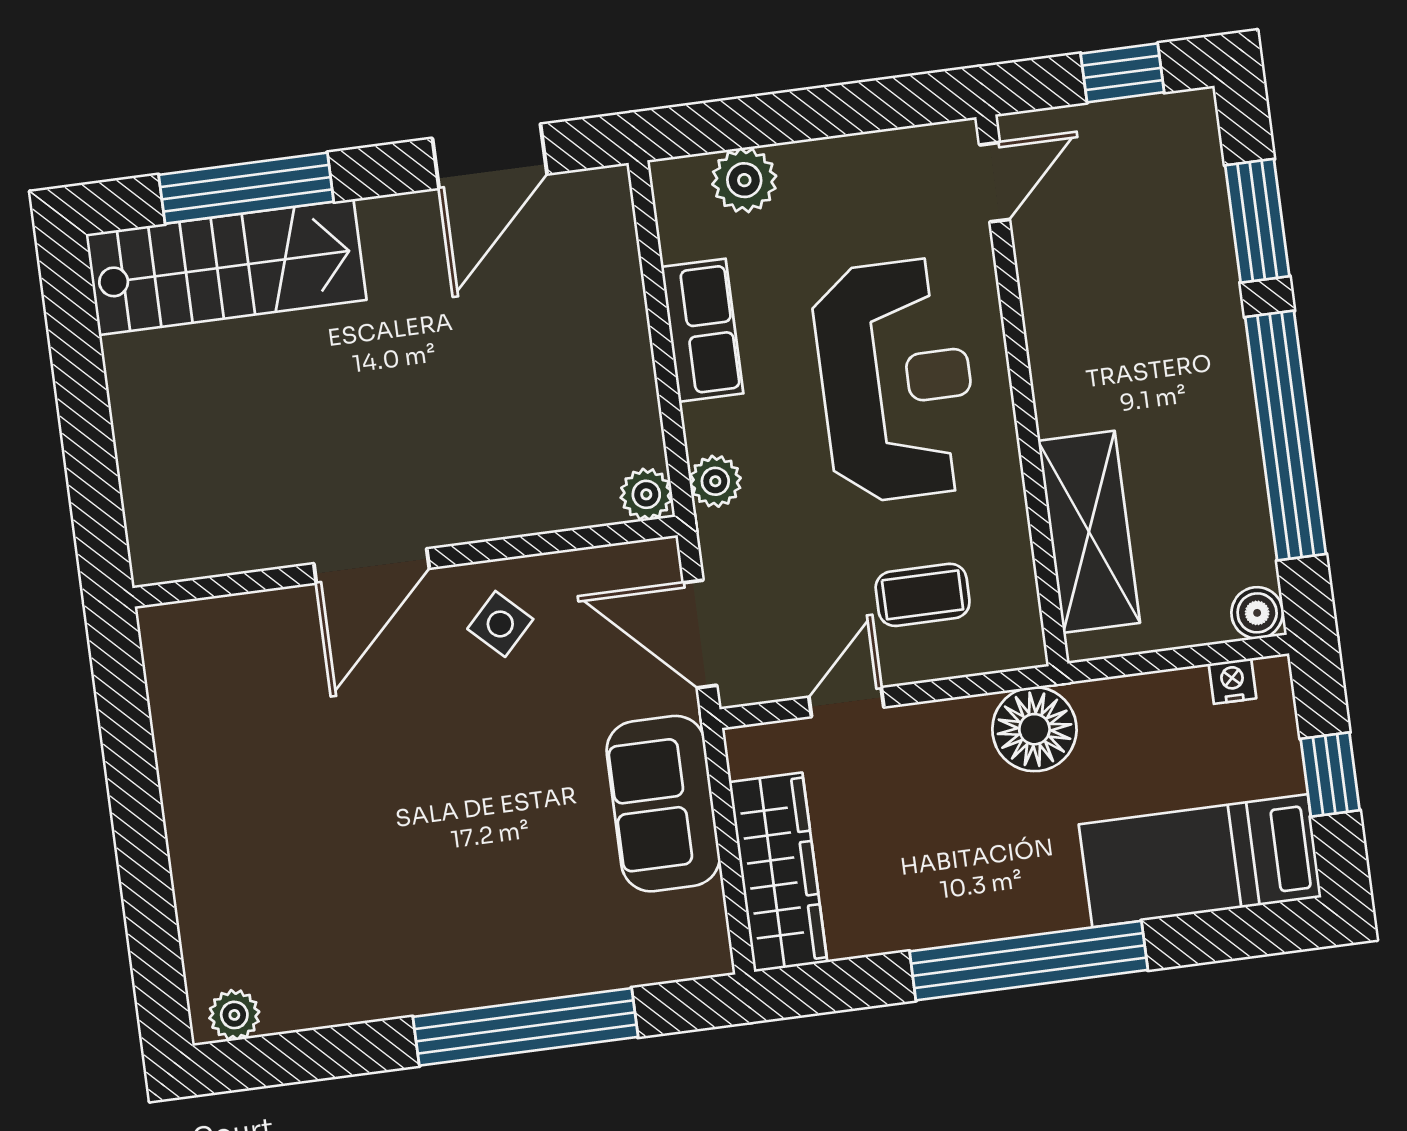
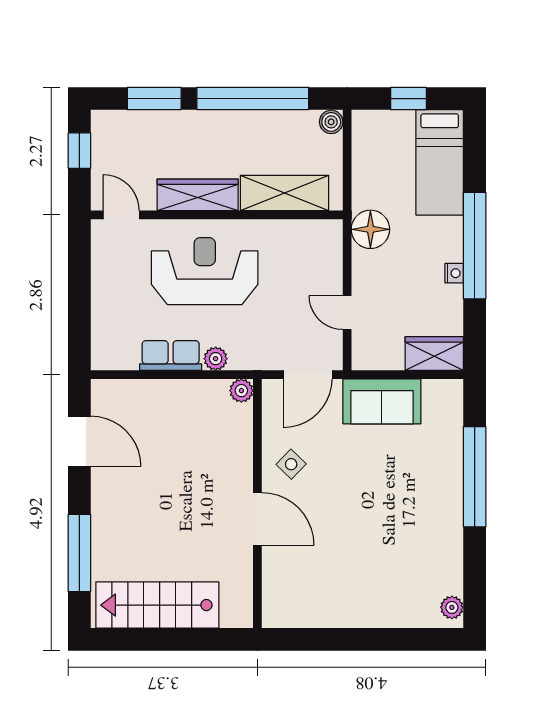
plant: (744, 180) -> (105, 328), removed
stairs: (226, 267) -> (157, 605), moved, turned -90
wardrobe: (1060, 343) -> (198, 195), added
plant: (715, 481) -> (216, 359), moved
coffee table: (923, 595) -> (303, 272), removed
nightstand: (1232, 681) -> (454, 273), moved, turned 180
wardrobe: (778, 872) -> (434, 354), width x0.67

